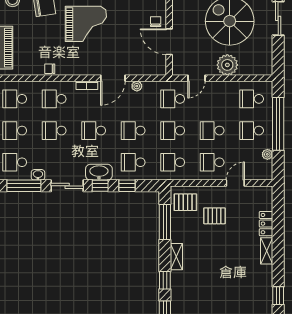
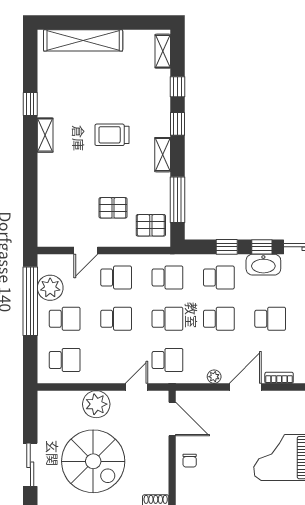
door: (169, 42) -> (172, 419), moved
window: (278, 124) -> (30, 301), moved
plant: (267, 154) -> (50, 288), width x1.87, depth x1.87
locker: (266, 224) -> (46, 198), removed
shelving: (267, 251) -> (45, 135), moved
trolley: (215, 272) -> (112, 135), added

